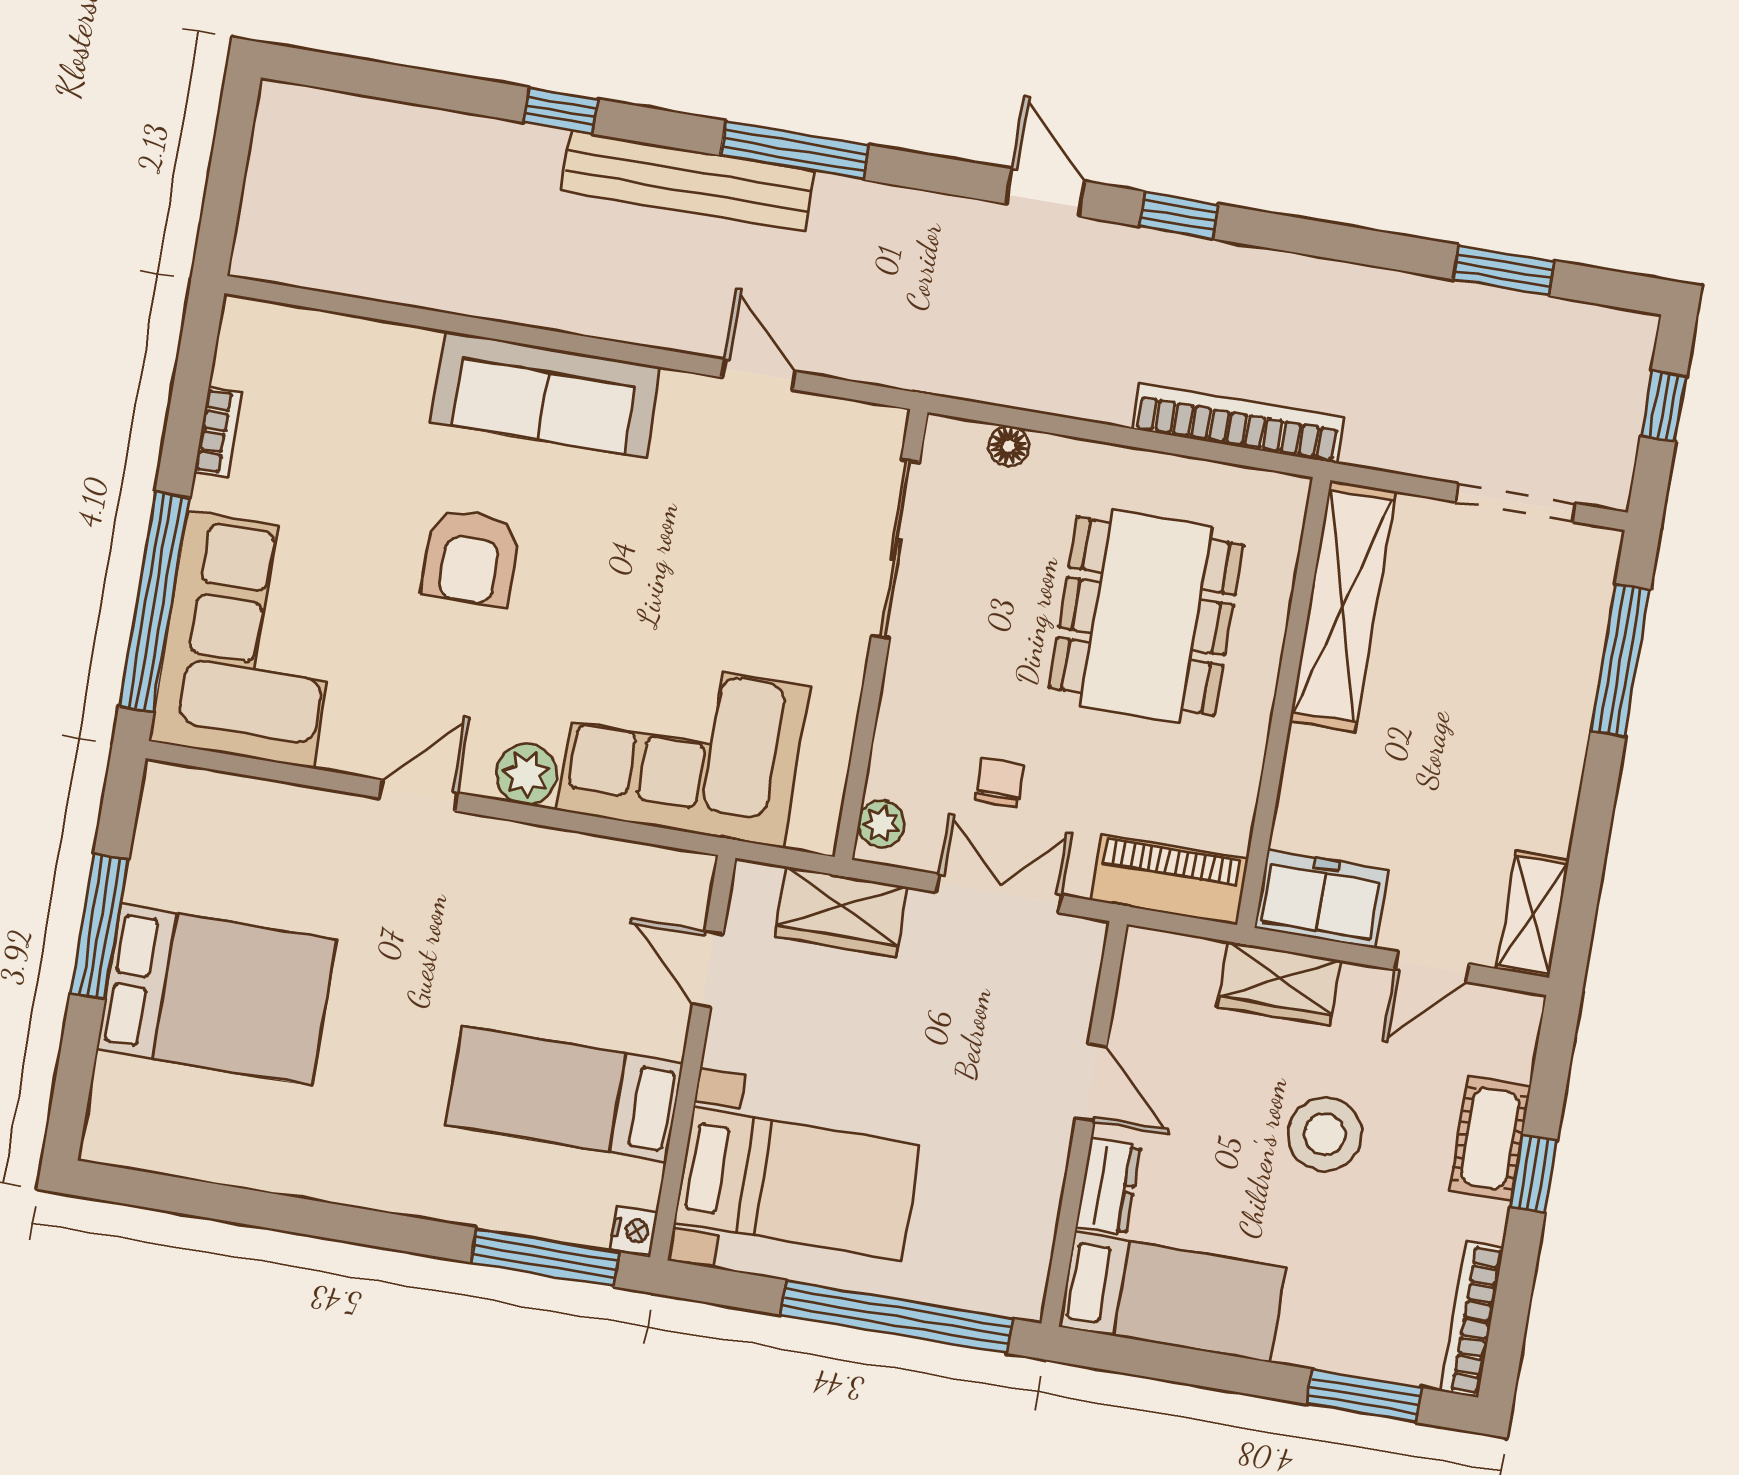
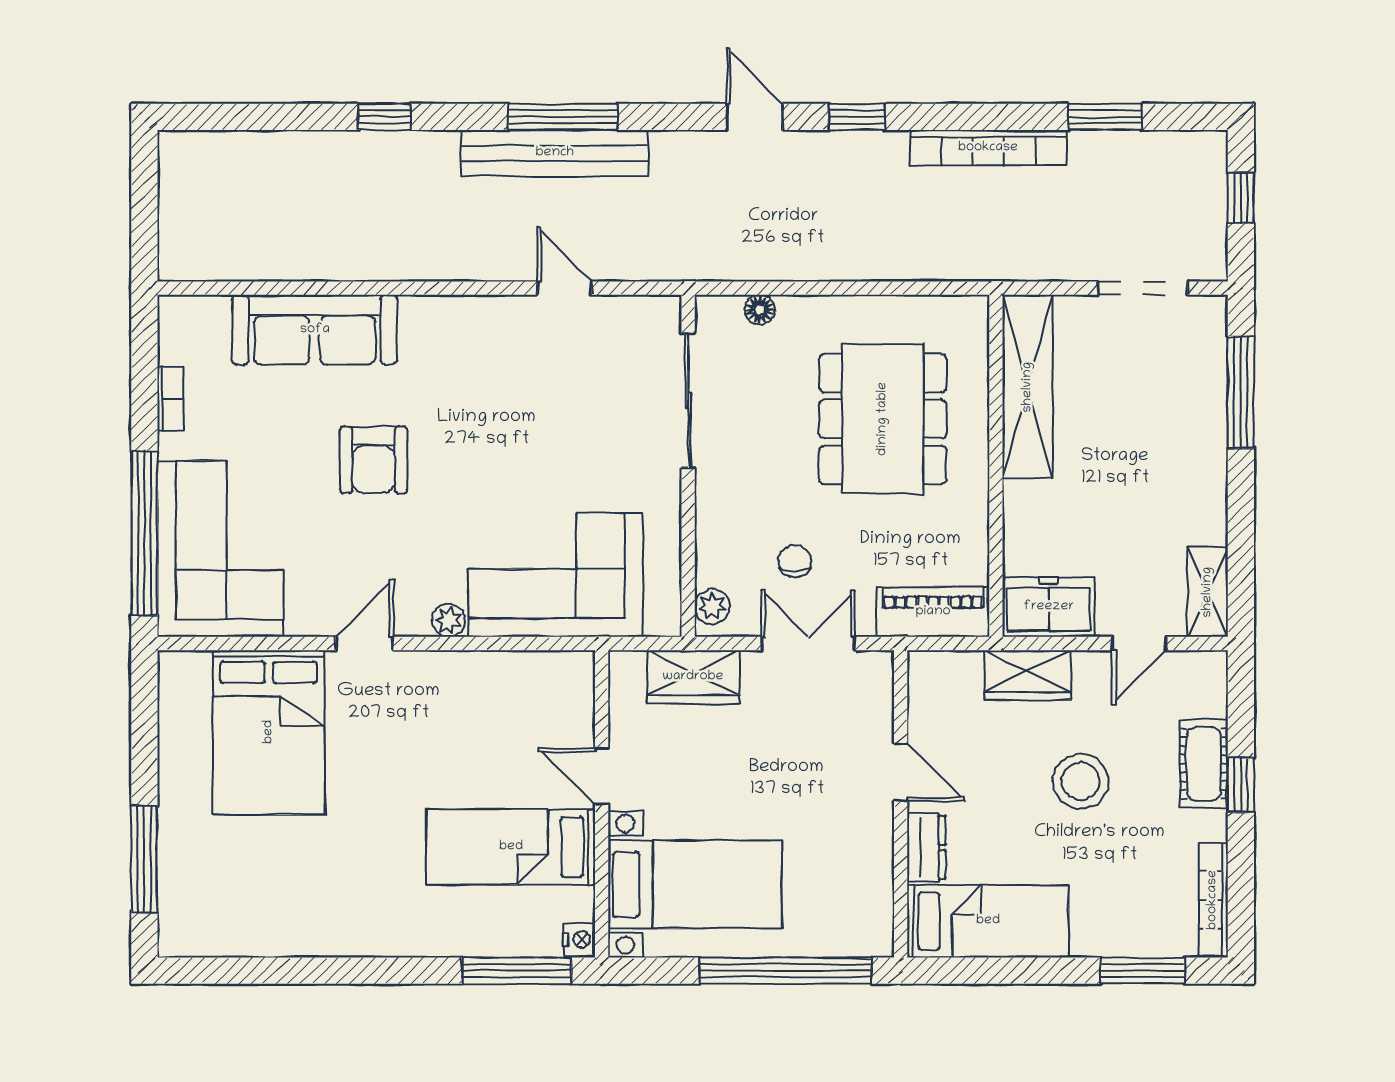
bench: (688, 181) -> (555, 153), moved
sofa: (545, 394) -> (315, 330), moved
bookcase: (1238, 423) -> (988, 148), moved, turned 180
plant: (526, 774) -> (449, 620), width x0.73, depth x0.73
window: (100, 926) -> (144, 859), moved
door: (708, 969) -> (602, 776), moved
bed: (217, 995) -> (269, 732), moved, turned 90

